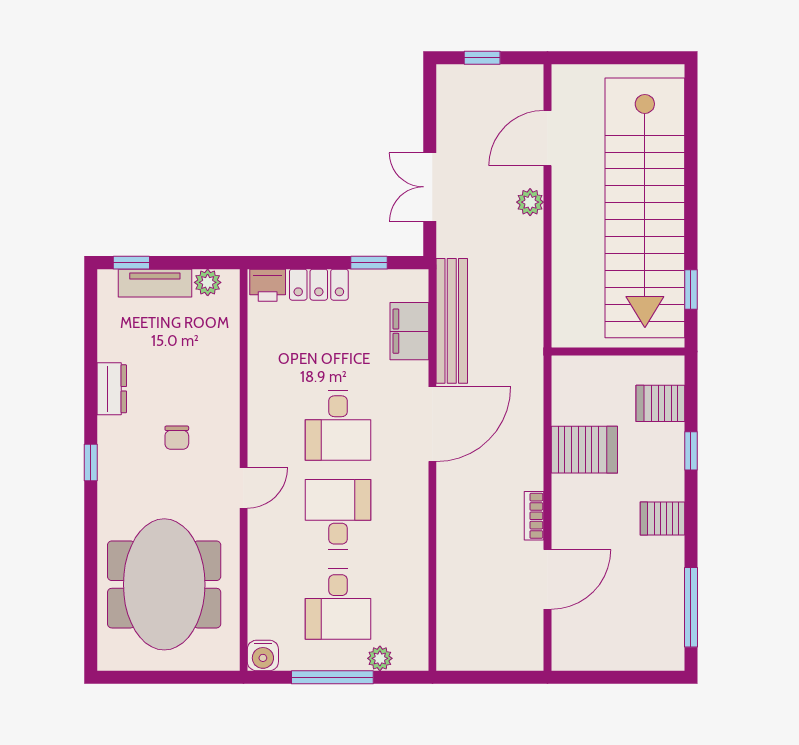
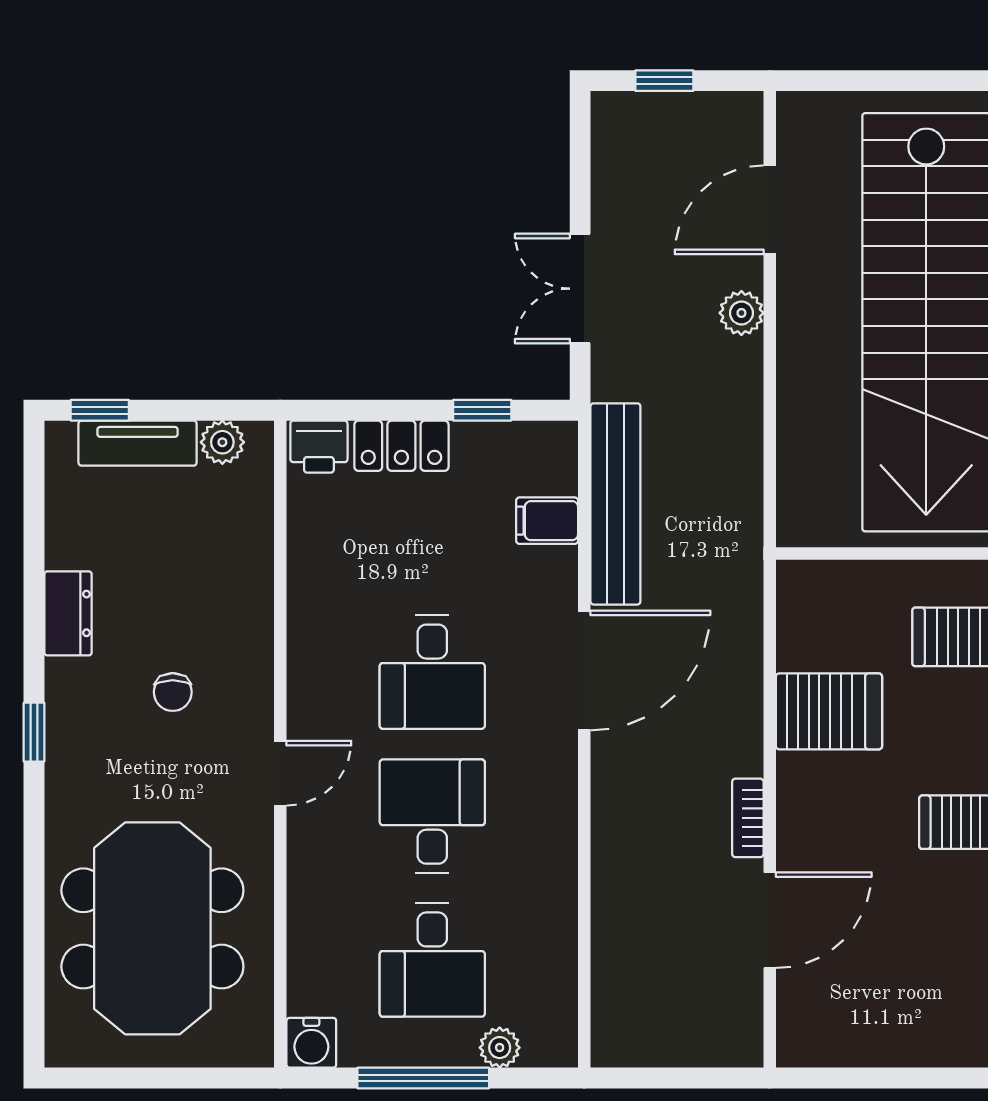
filing cabinet: (409, 331) -> (547, 521), width x0.50

